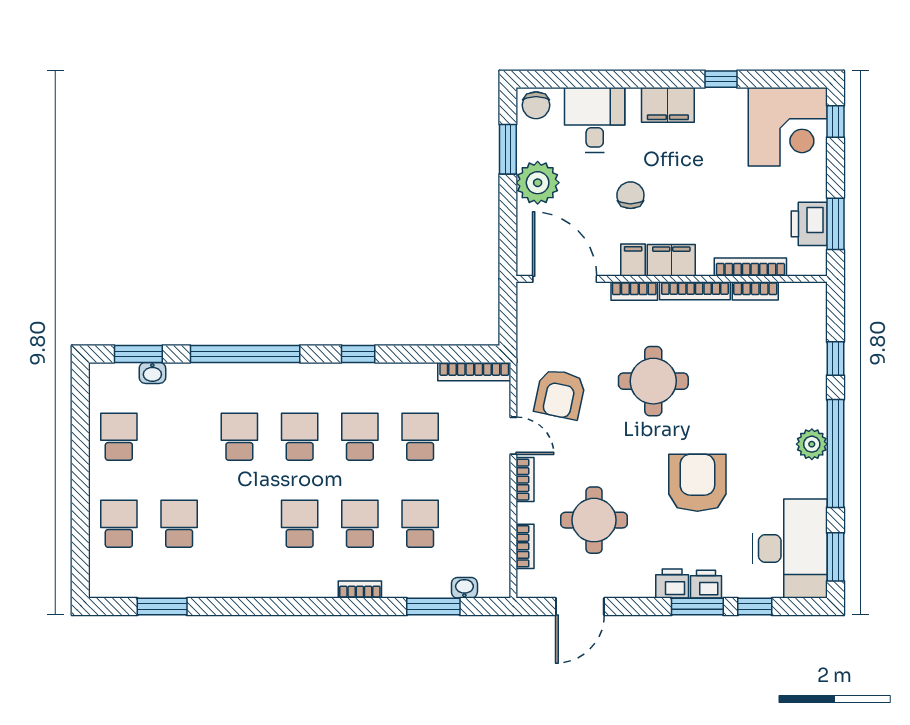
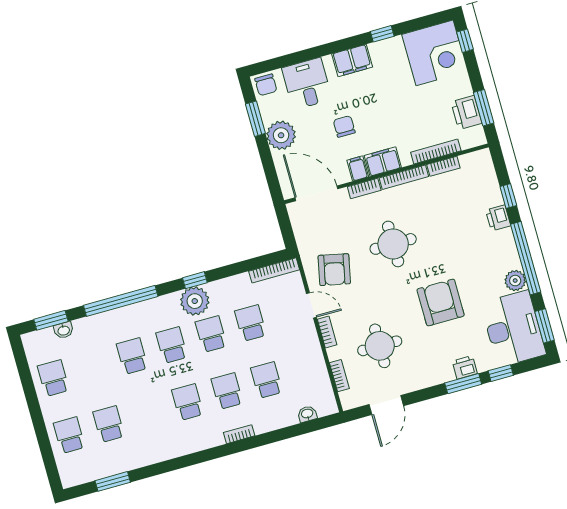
plant: (350, 383) -> (195, 301), added
plant: (812, 444) -> (515, 281), moved
printer: (672, 584) -> (498, 218), moved, turned -90
window: (433, 607) -> (290, 432), removed

